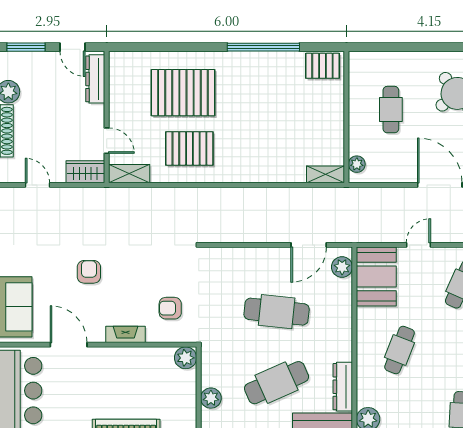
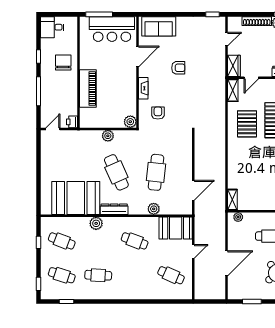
door: (309, 245) -> (193, 190), swing flipped
door: (418, 245) -> (193, 251), hinge flipped
plant: (342, 267) -> (154, 209), moved

